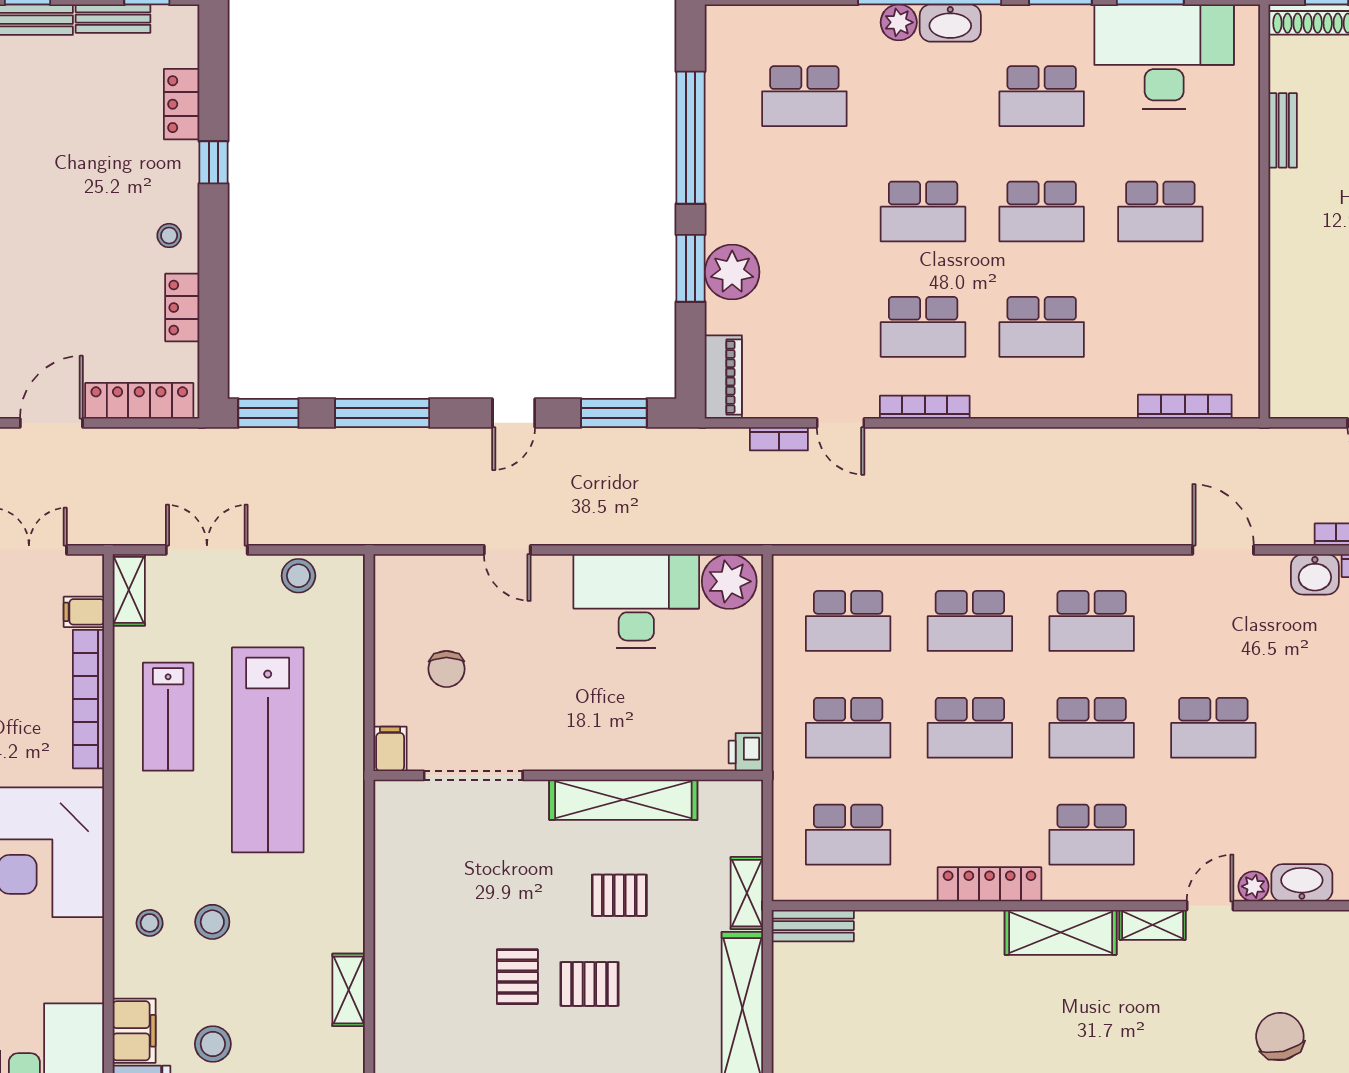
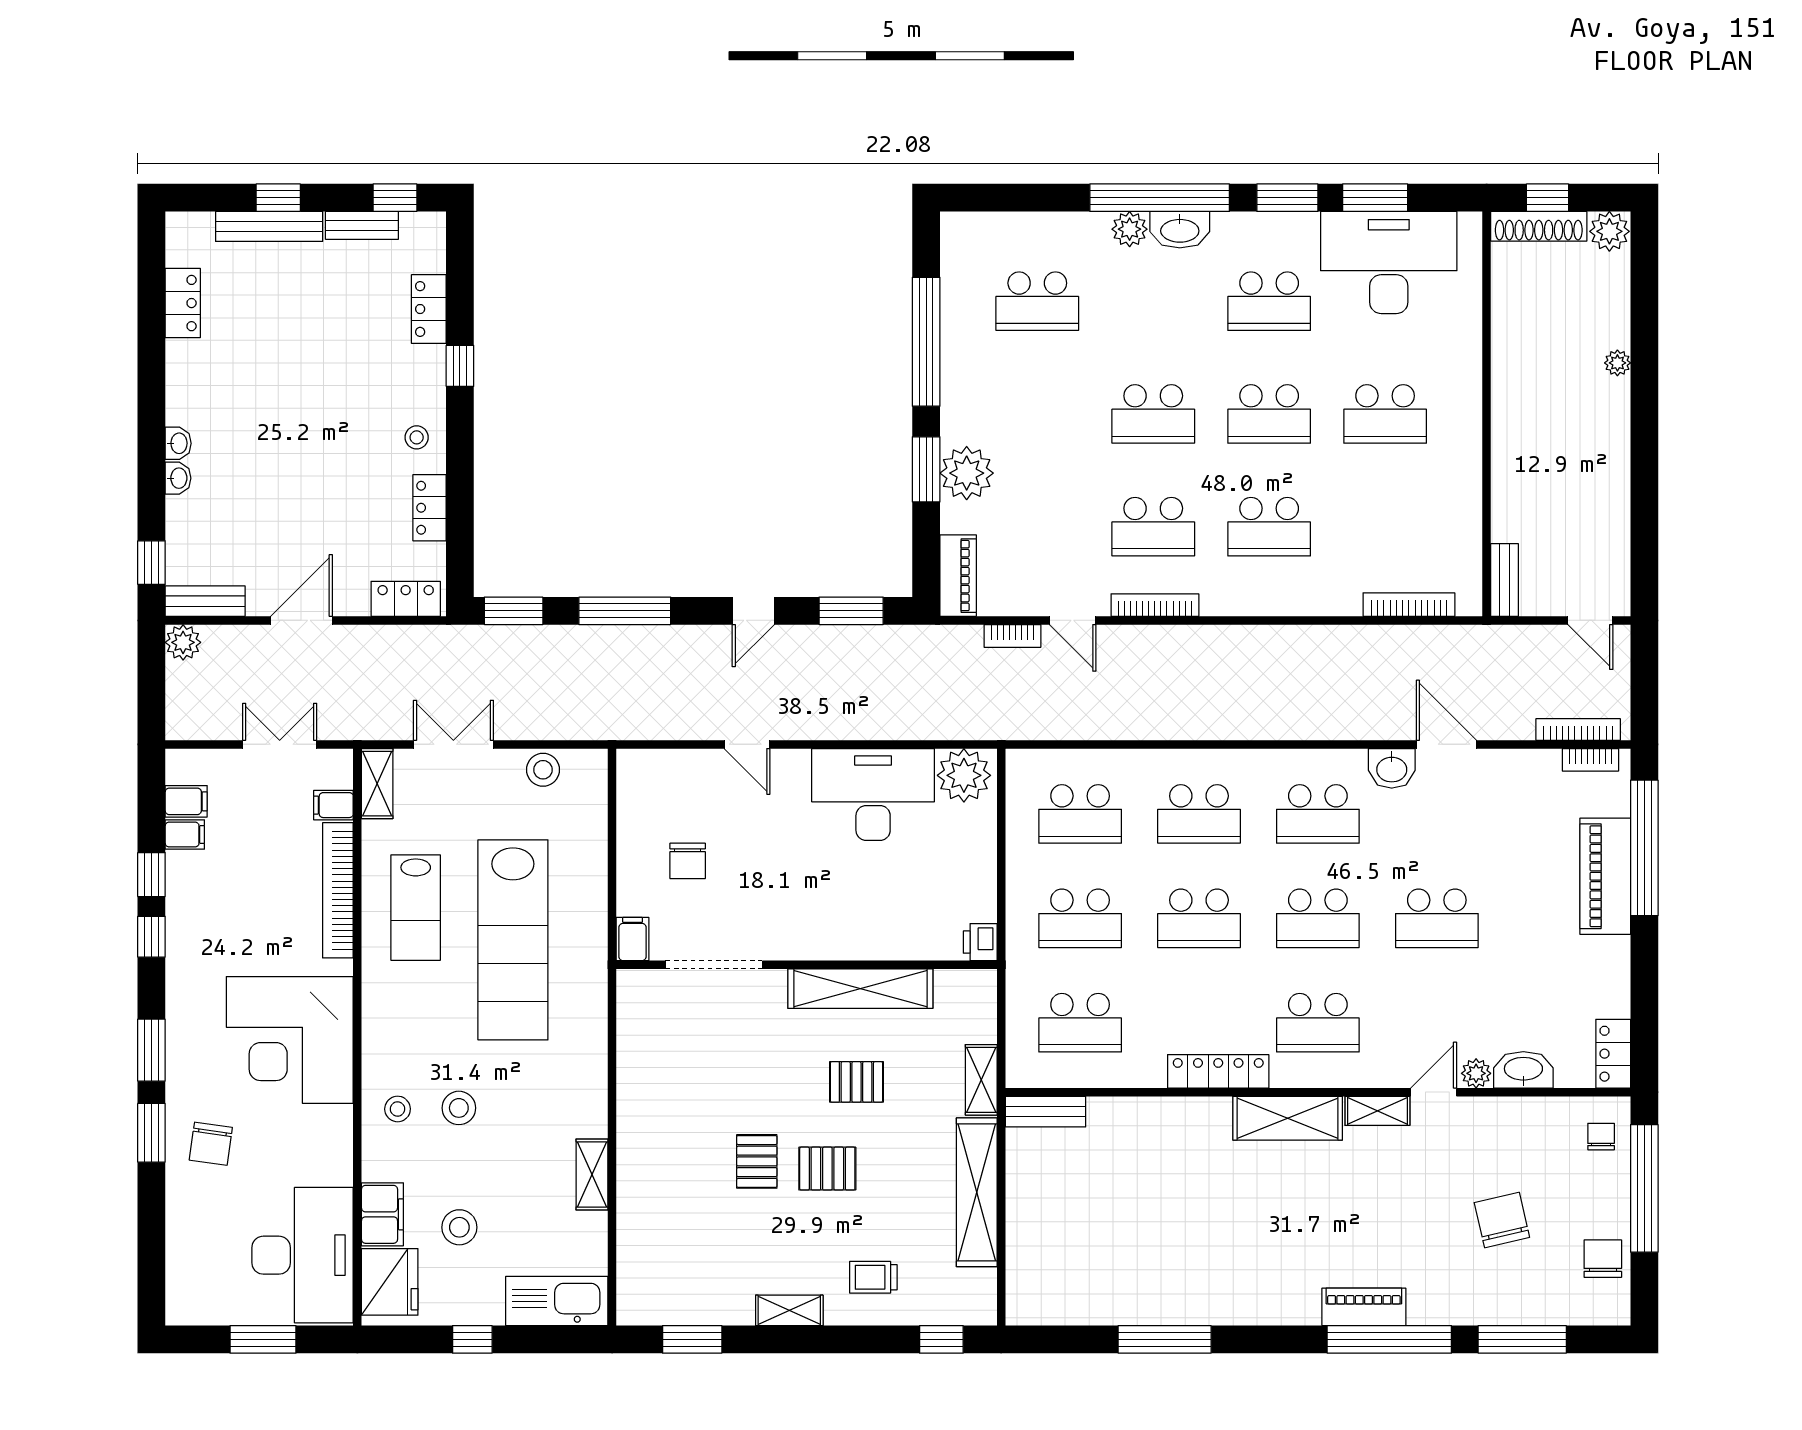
bench: (1283, 130) -> (1505, 580), moved
locker: (139, 401) -> (406, 599), width x0.66
washbasin: (1315, 574) -> (1392, 768), moved

